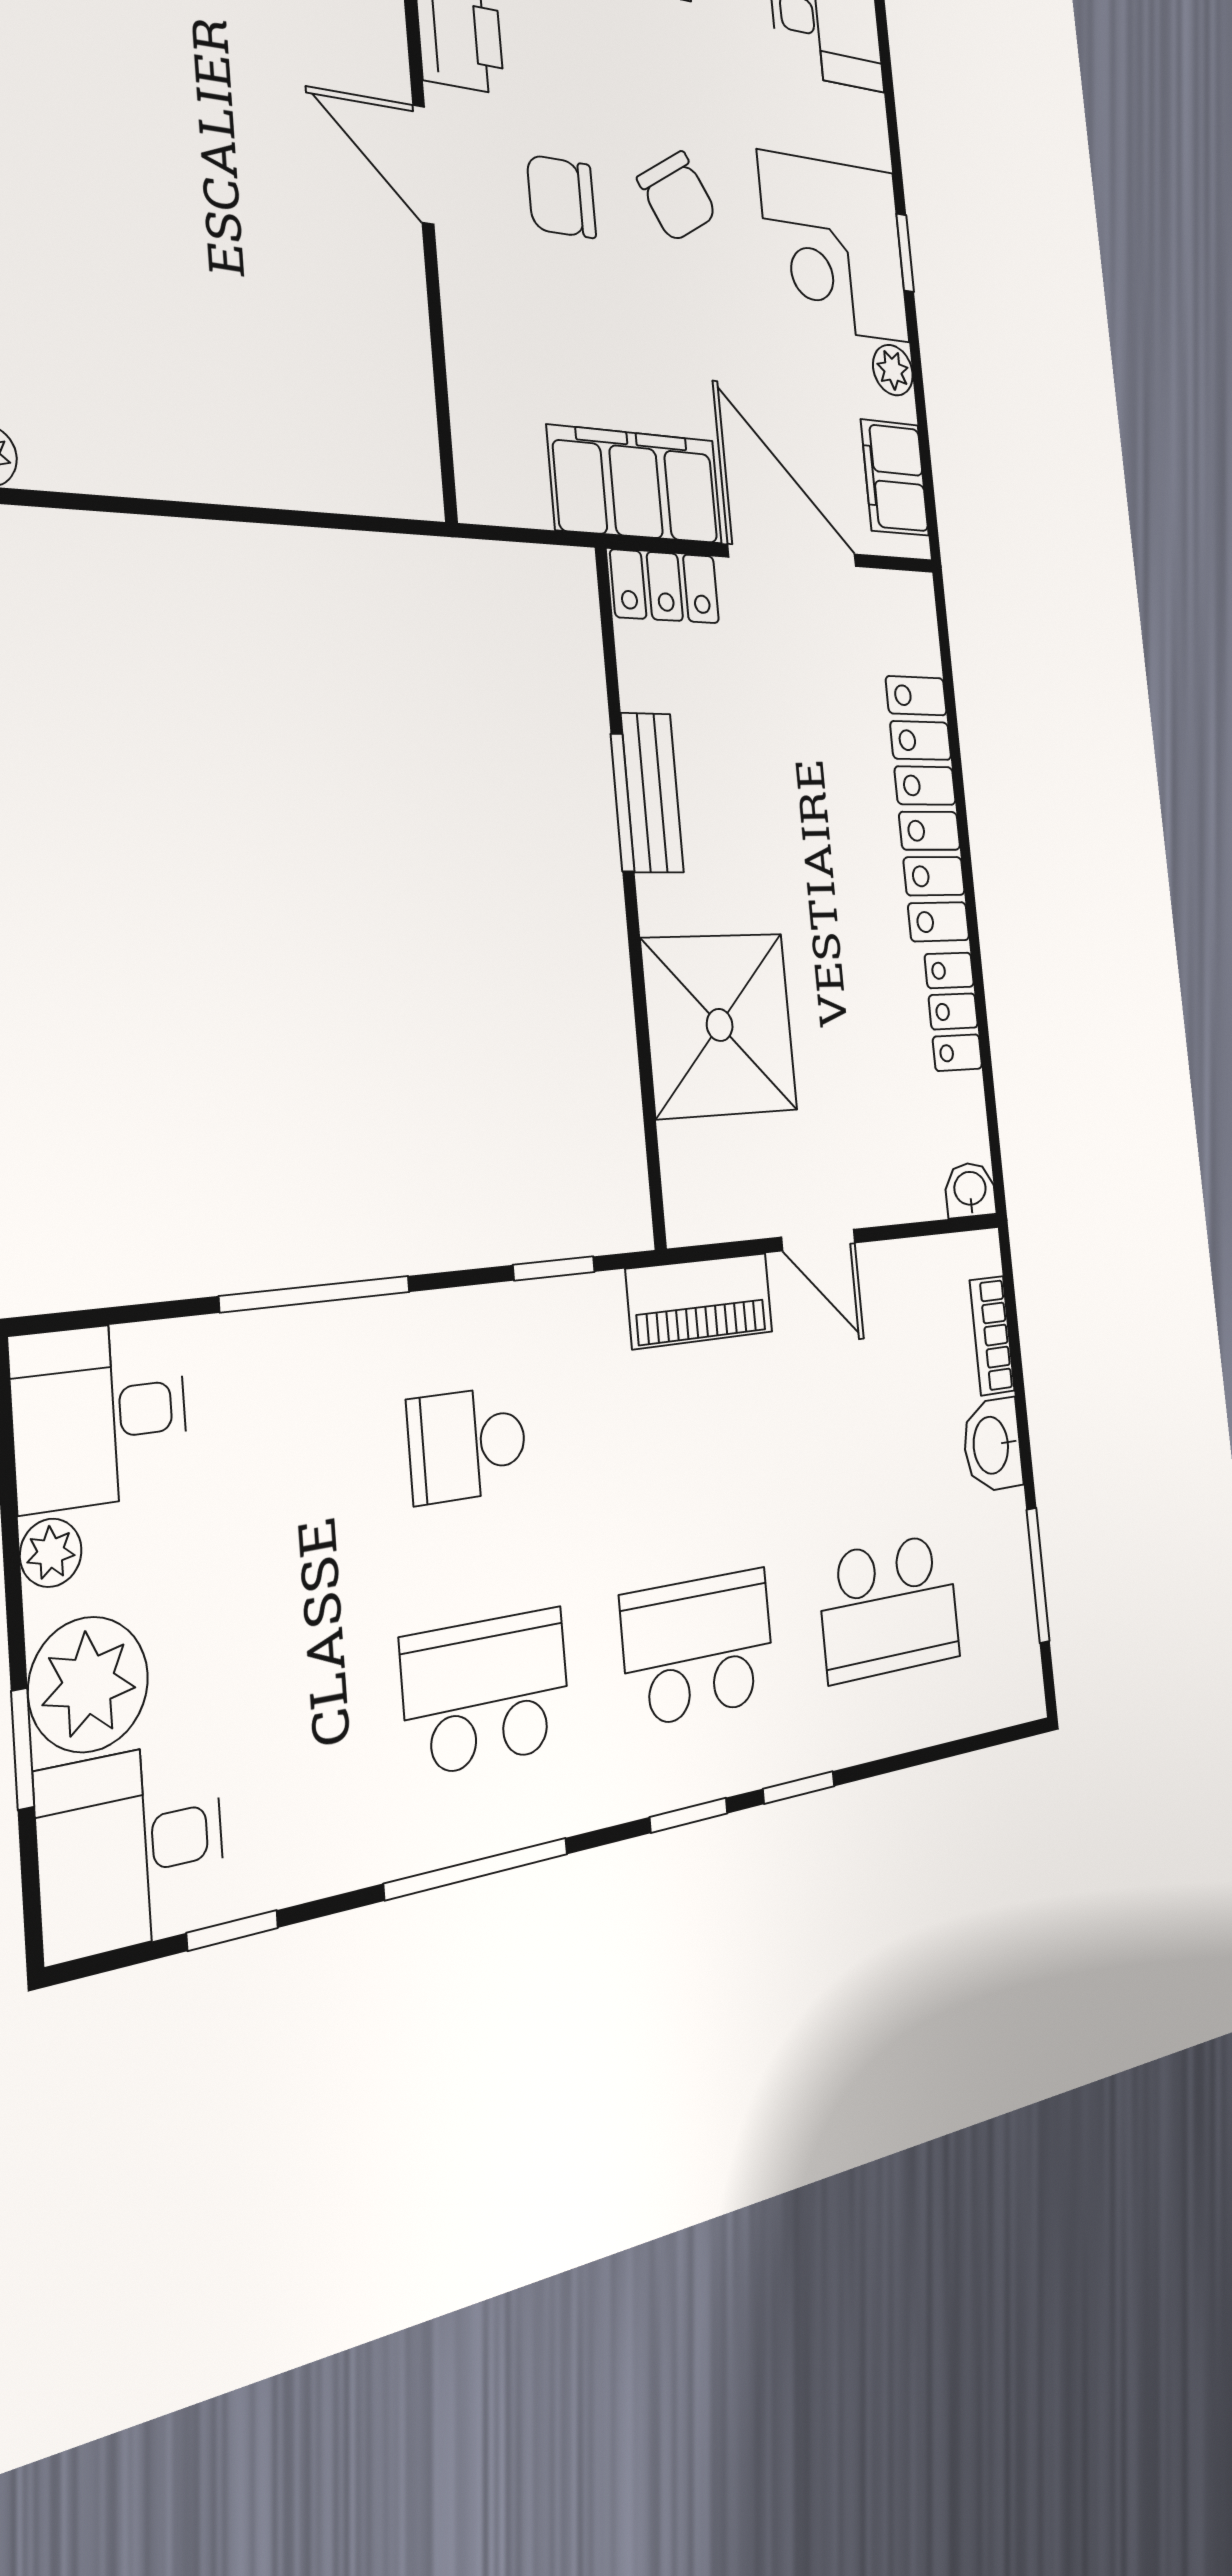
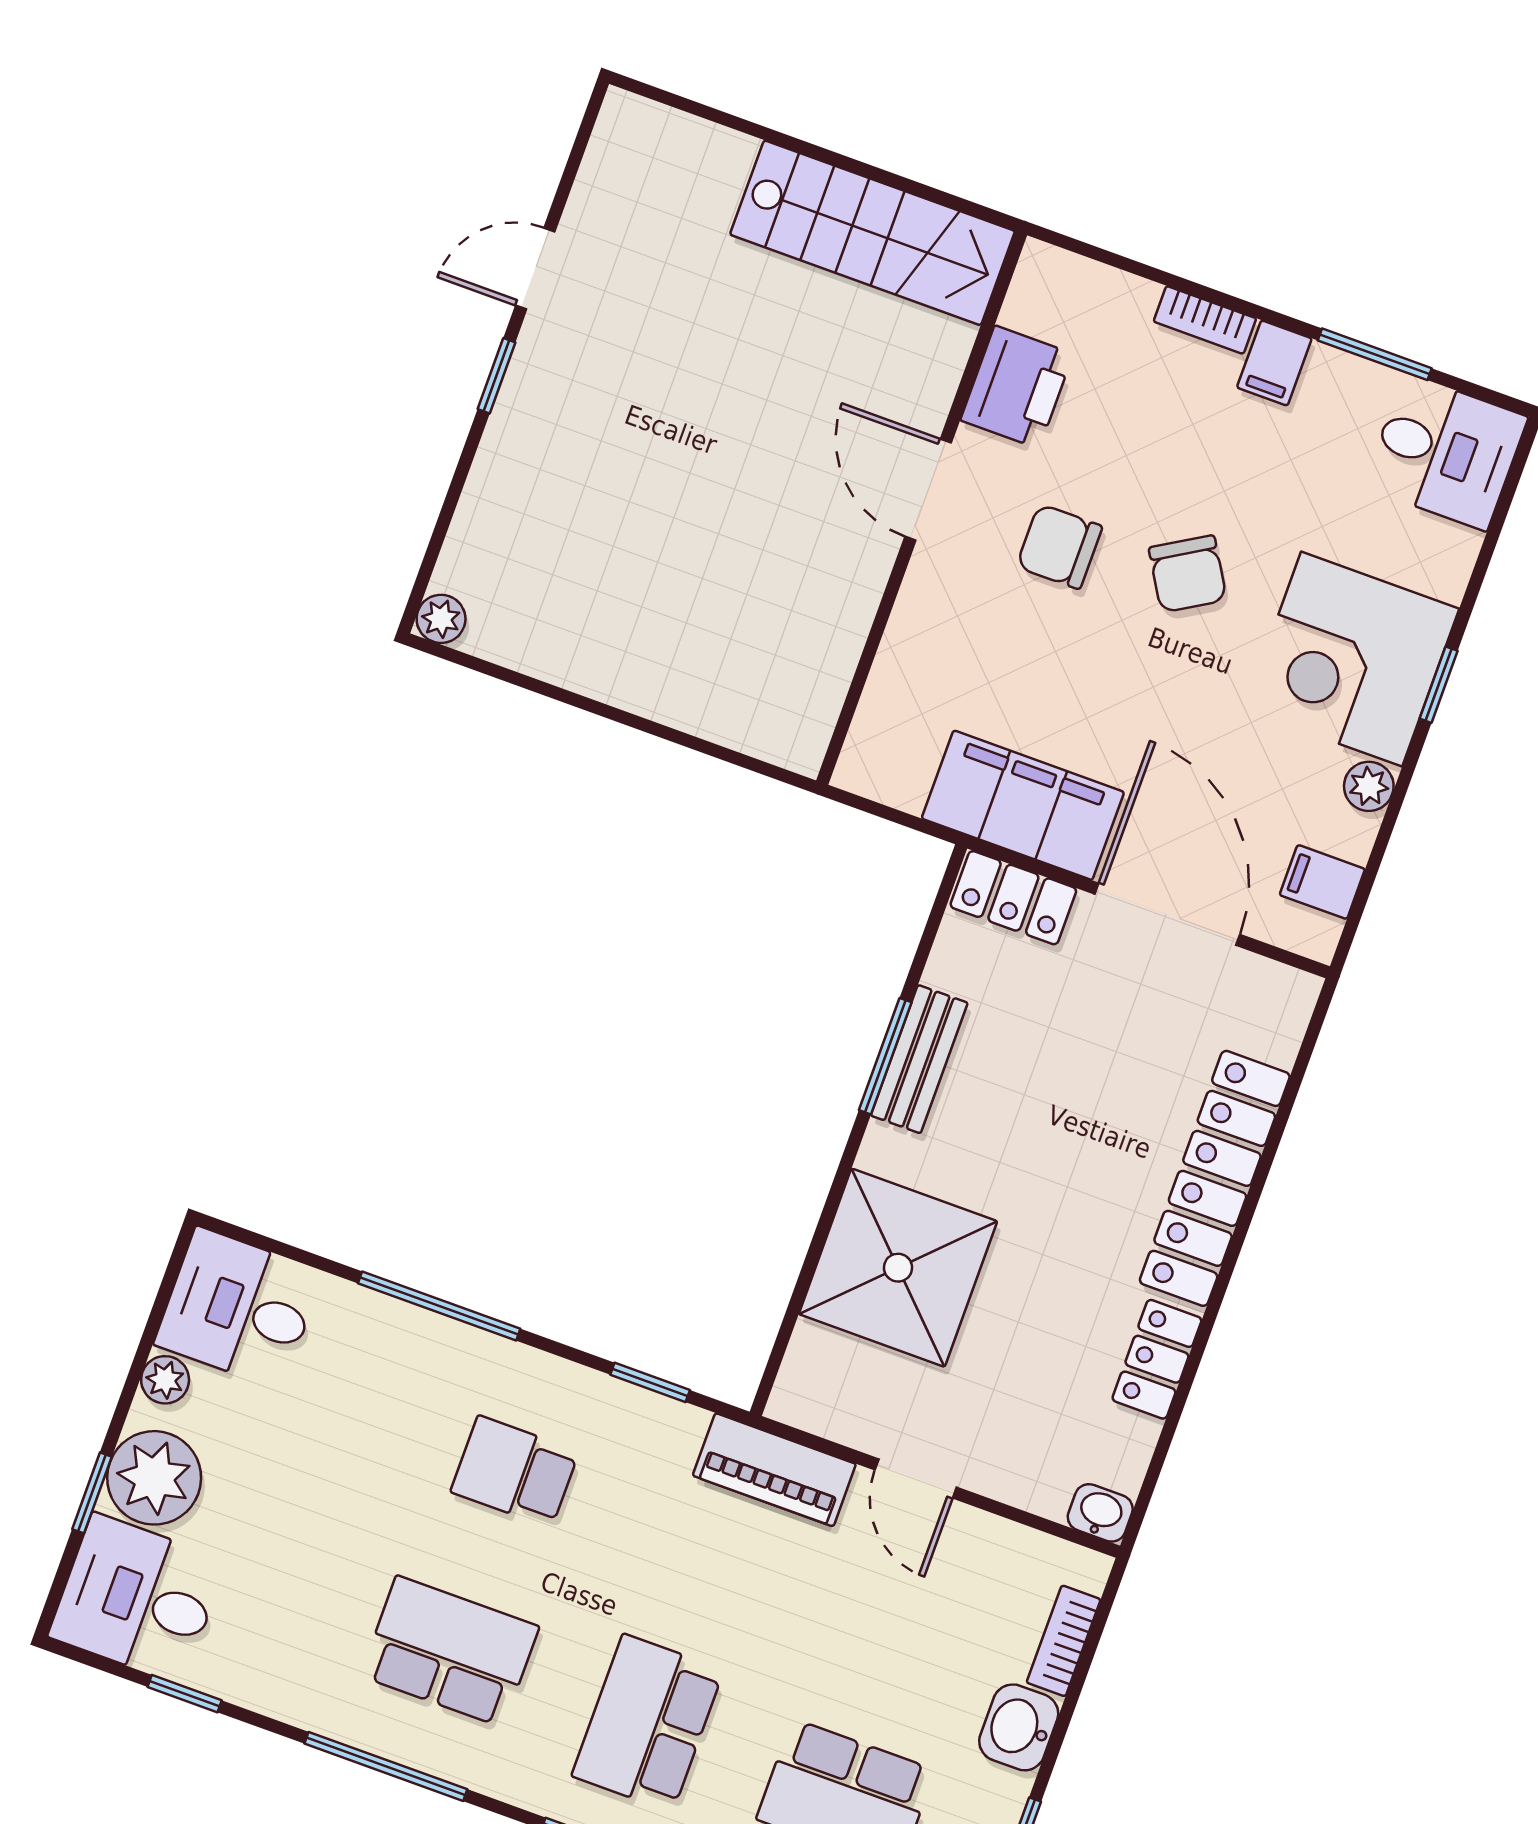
filing cabinet: (895, 478) -> (1322, 882), width x0.50
school desk: (698, 1647) -> (648, 1723), turned -90

